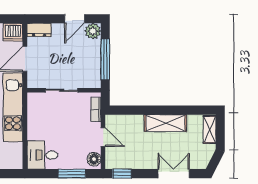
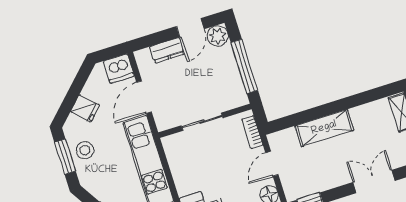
dresser: (39, 30) -> (167, 50), moved
shelving: (165, 123) -> (324, 128), moved
door: (103, 137) -> (272, 164), swing flipped

